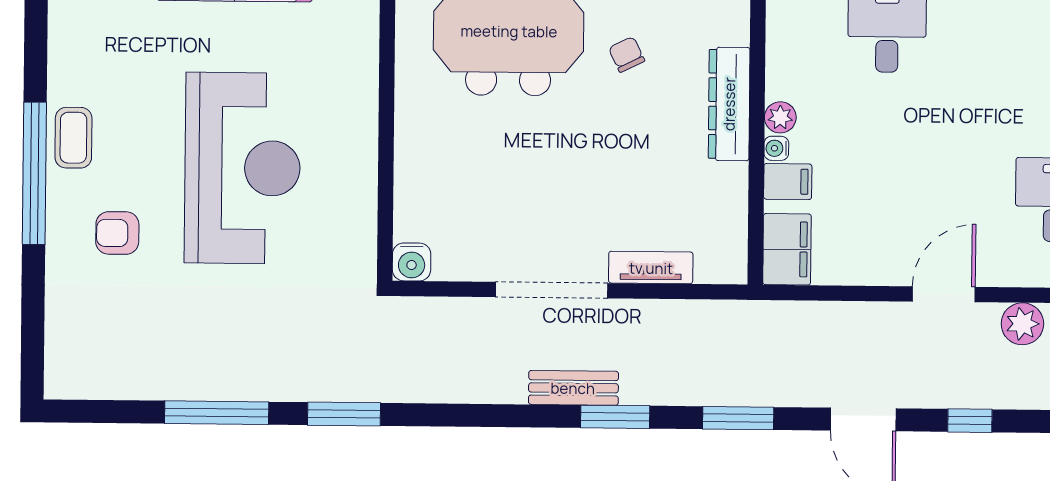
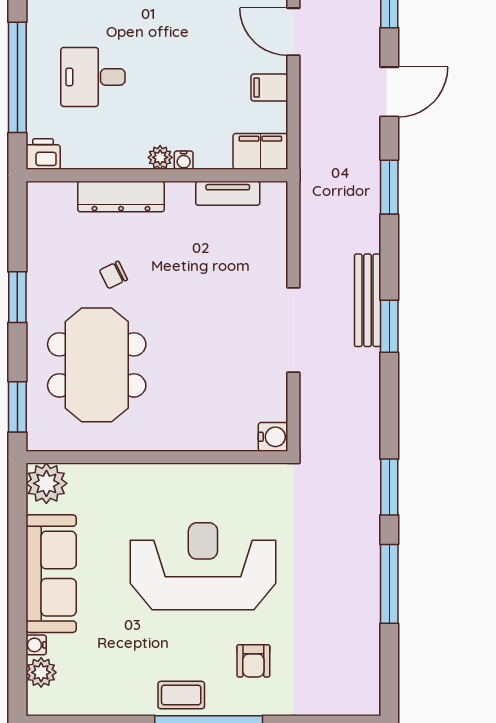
dresser: (729, 104) -> (121, 196), moved
filing cabinet: (788, 182) -> (269, 88), moved, turned -90
tv unit: (651, 268) -> (228, 193), moved, turned -90
bench: (573, 388) -> (368, 300), width x1.36
window: (615, 417) -> (389, 326), moved

